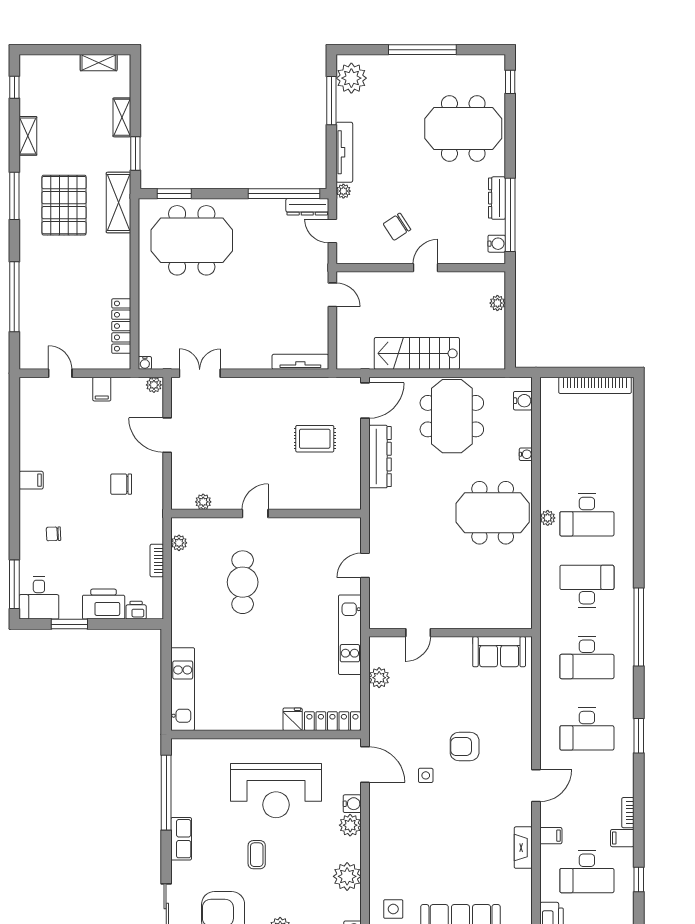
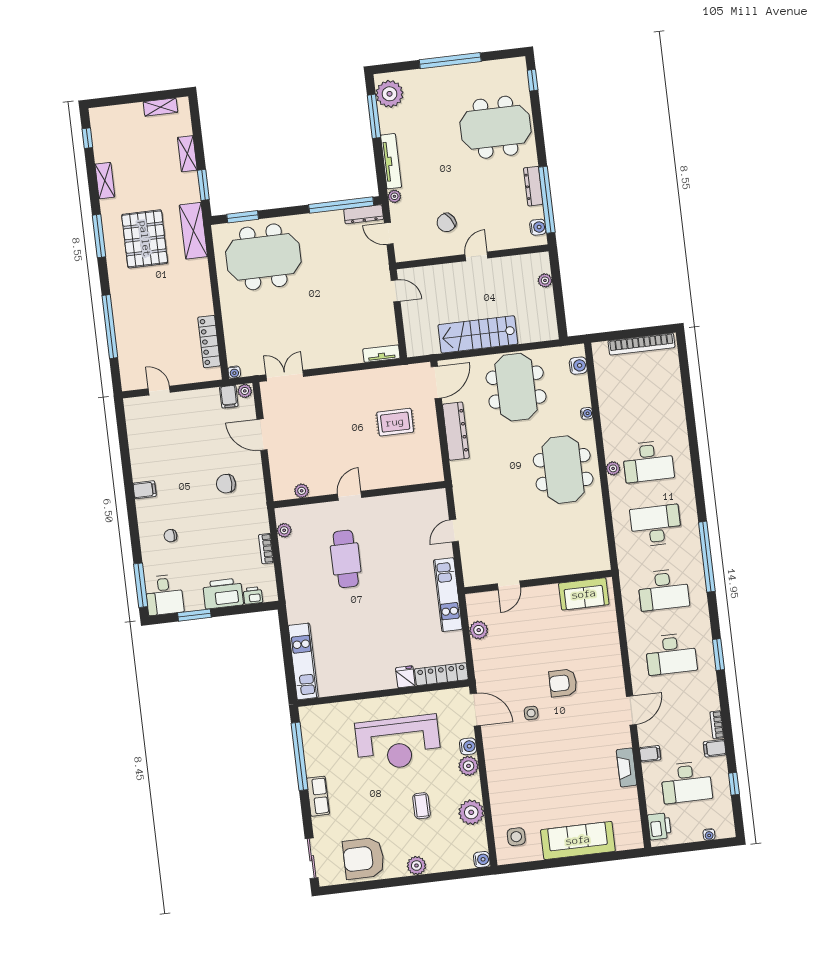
tv unit: (300, 362) -> (381, 354), width x0.71
filing cabinet: (102, 389) -> (229, 397), moved
meeting table: (493, 513) -> (563, 470), turned 90
coffee table: (257, 855) -> (421, 806), moved

